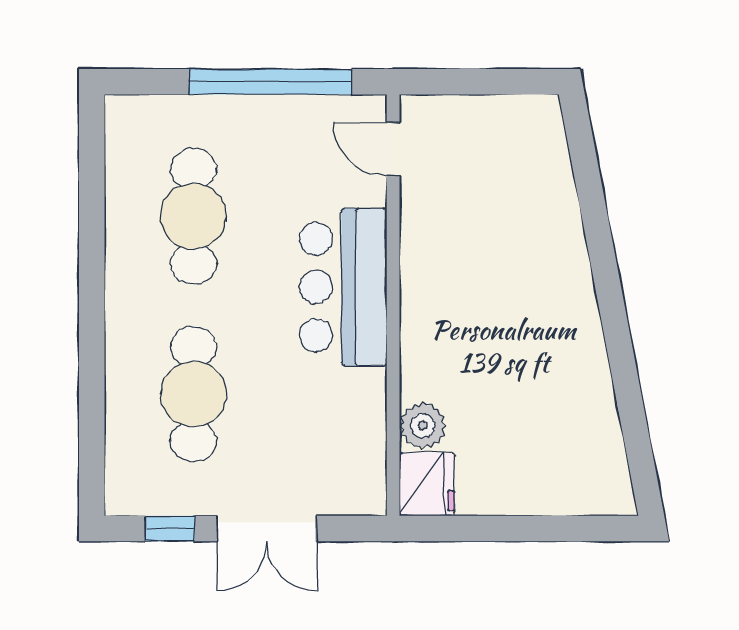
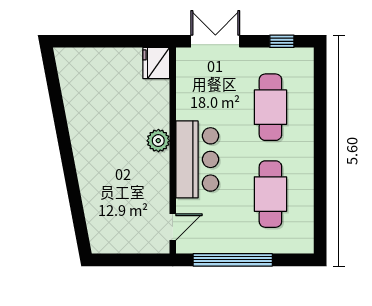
door: (393, 149) -> (173, 227), hinge flipped
plant: (423, 426) -> (158, 141), moved
double door: (267, 529) -> (215, 41), moved

